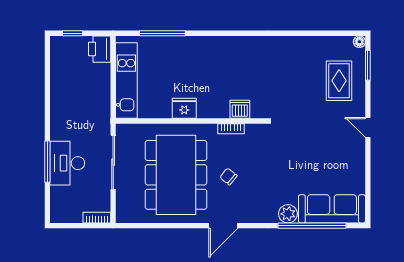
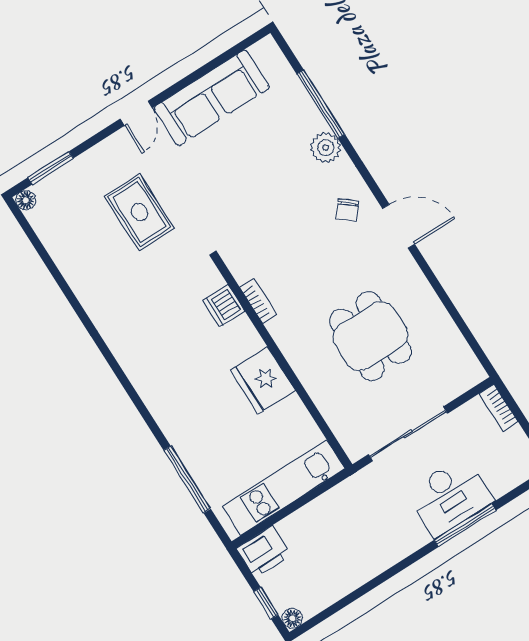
floor lamp: (56, 42) -> (292, 618), added
rug: (339, 81) -> (139, 212), moved, turned 90
fridge: (184, 108) -> (263, 380), width x1.36, depth x1.34
dining table: (176, 175) -> (370, 336), width x0.53, depth x0.80
chair: (228, 176) -> (347, 210), moved
sofa: (332, 209) -> (212, 98), moved, turned -90
window: (312, 226) -> (321, 104), width x0.68

